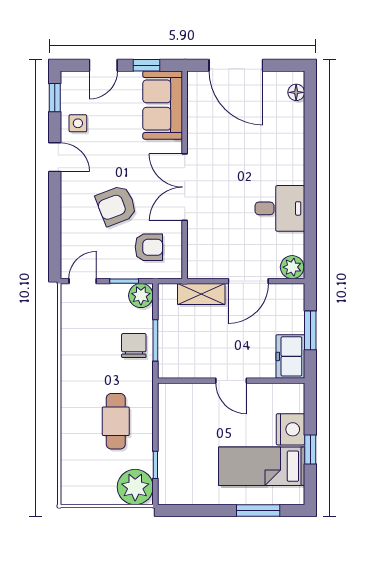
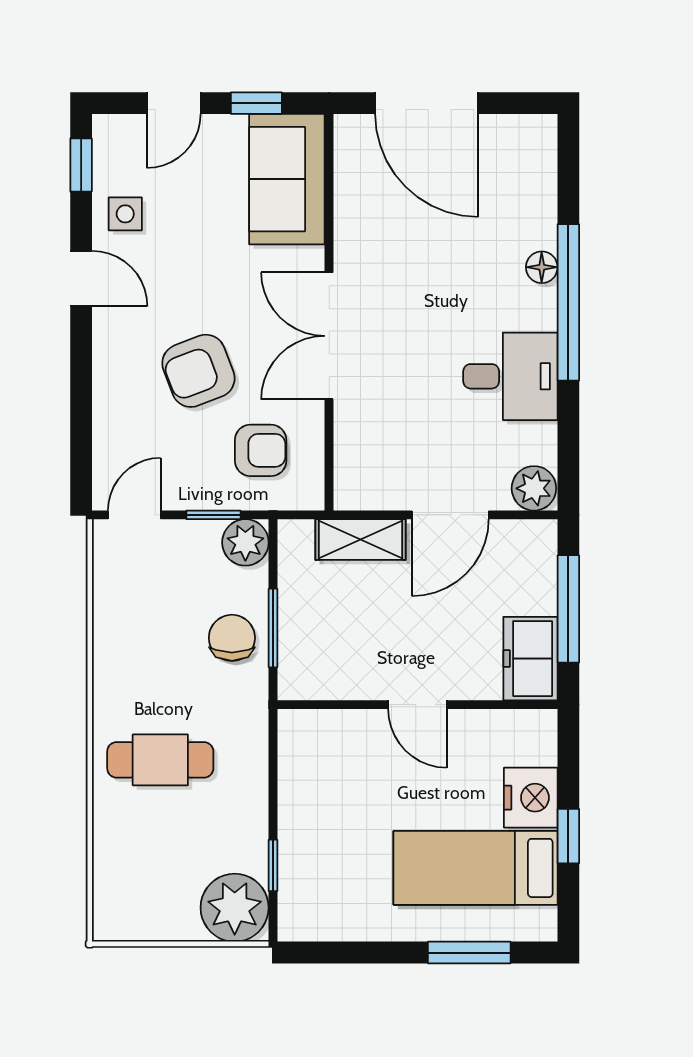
floor lamp: (296, 92) -> (542, 267), moved
window: (310, 170) -> (568, 302), added
window: (310, 330) -> (568, 609), width x1.44
cafe table: (116, 421) -> (160, 760), moved, turned 90

